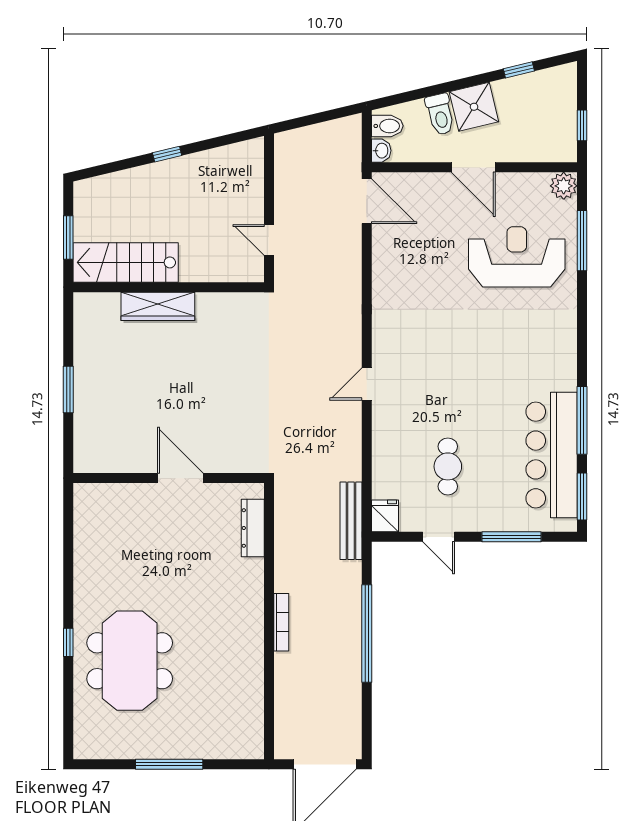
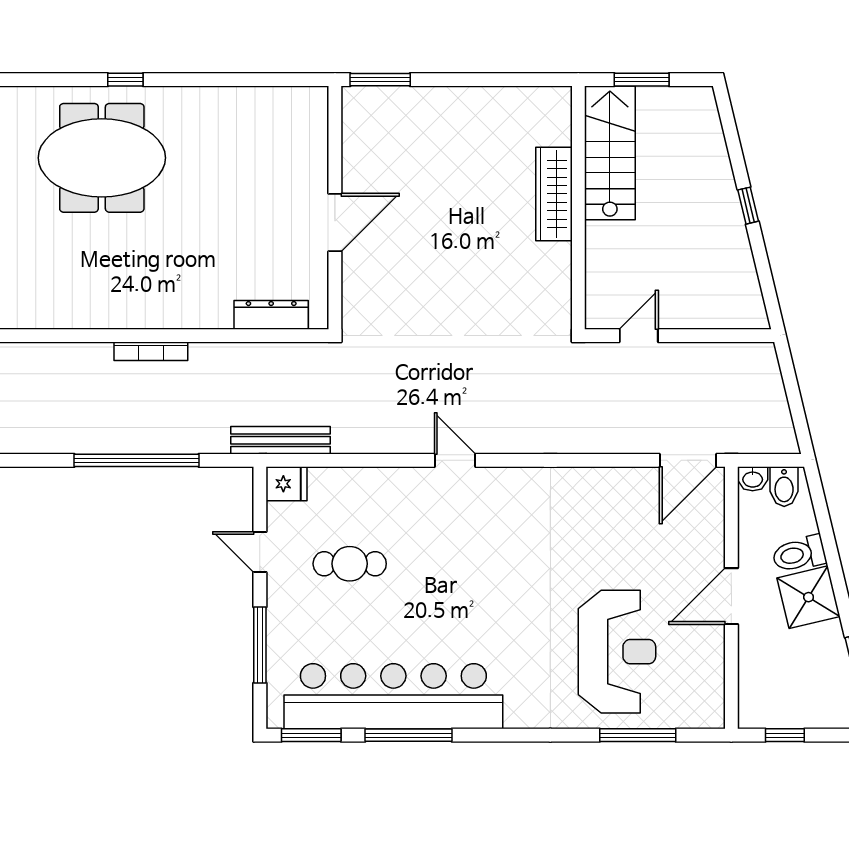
plant: (564, 186) -> (708, 712), removed
window: (68, 390) -> (380, 80), moved
bar counter: (552, 455) -> (393, 696), width x1.36
door: (439, 537) -> (260, 552), hinge flipped

